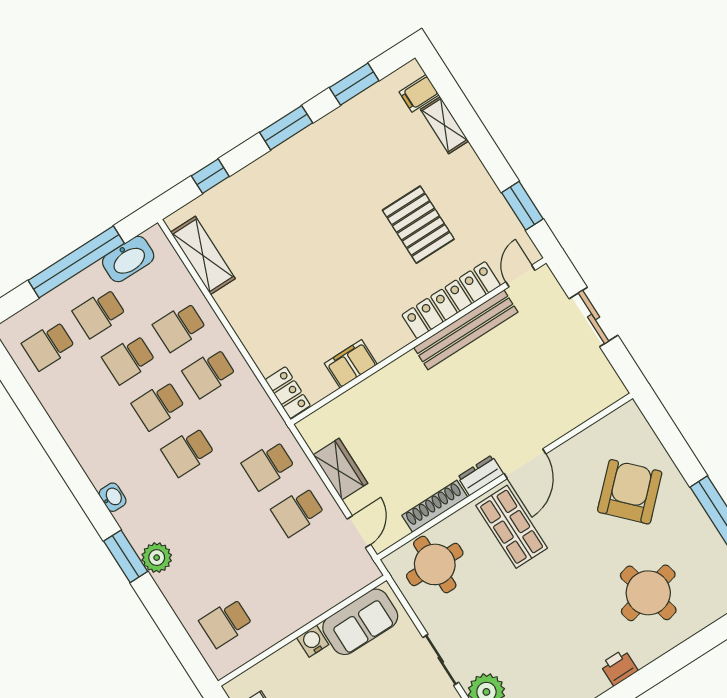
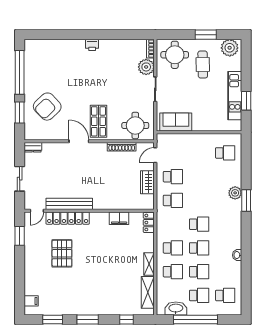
shelving: (445, 125) -> (149, 264), moved
window: (676, 446) -> (20, 112), added
door: (525, 464) -> (79, 141), hinge flipped
dresser: (481, 475) -> (33, 147), moved
washbasin: (113, 497) -> (237, 255), moved
round table: (648, 593) -> (64, 65), removed
water cooler: (313, 641) -> (198, 126), removed

